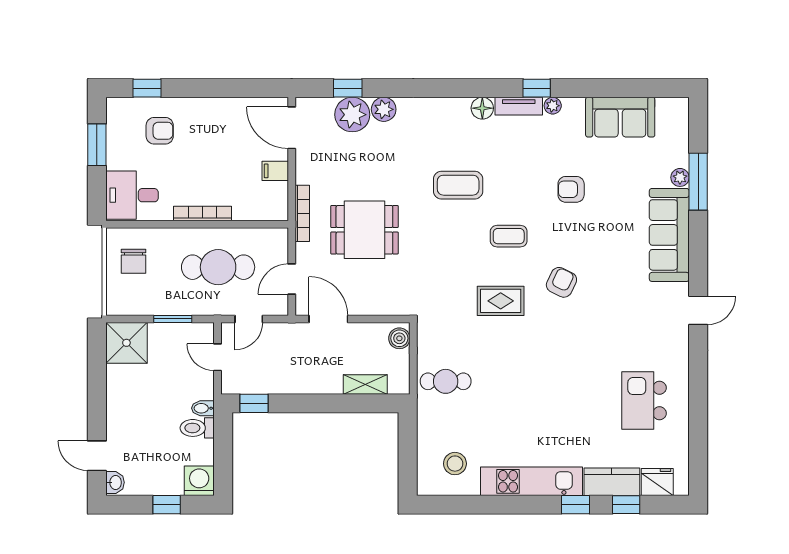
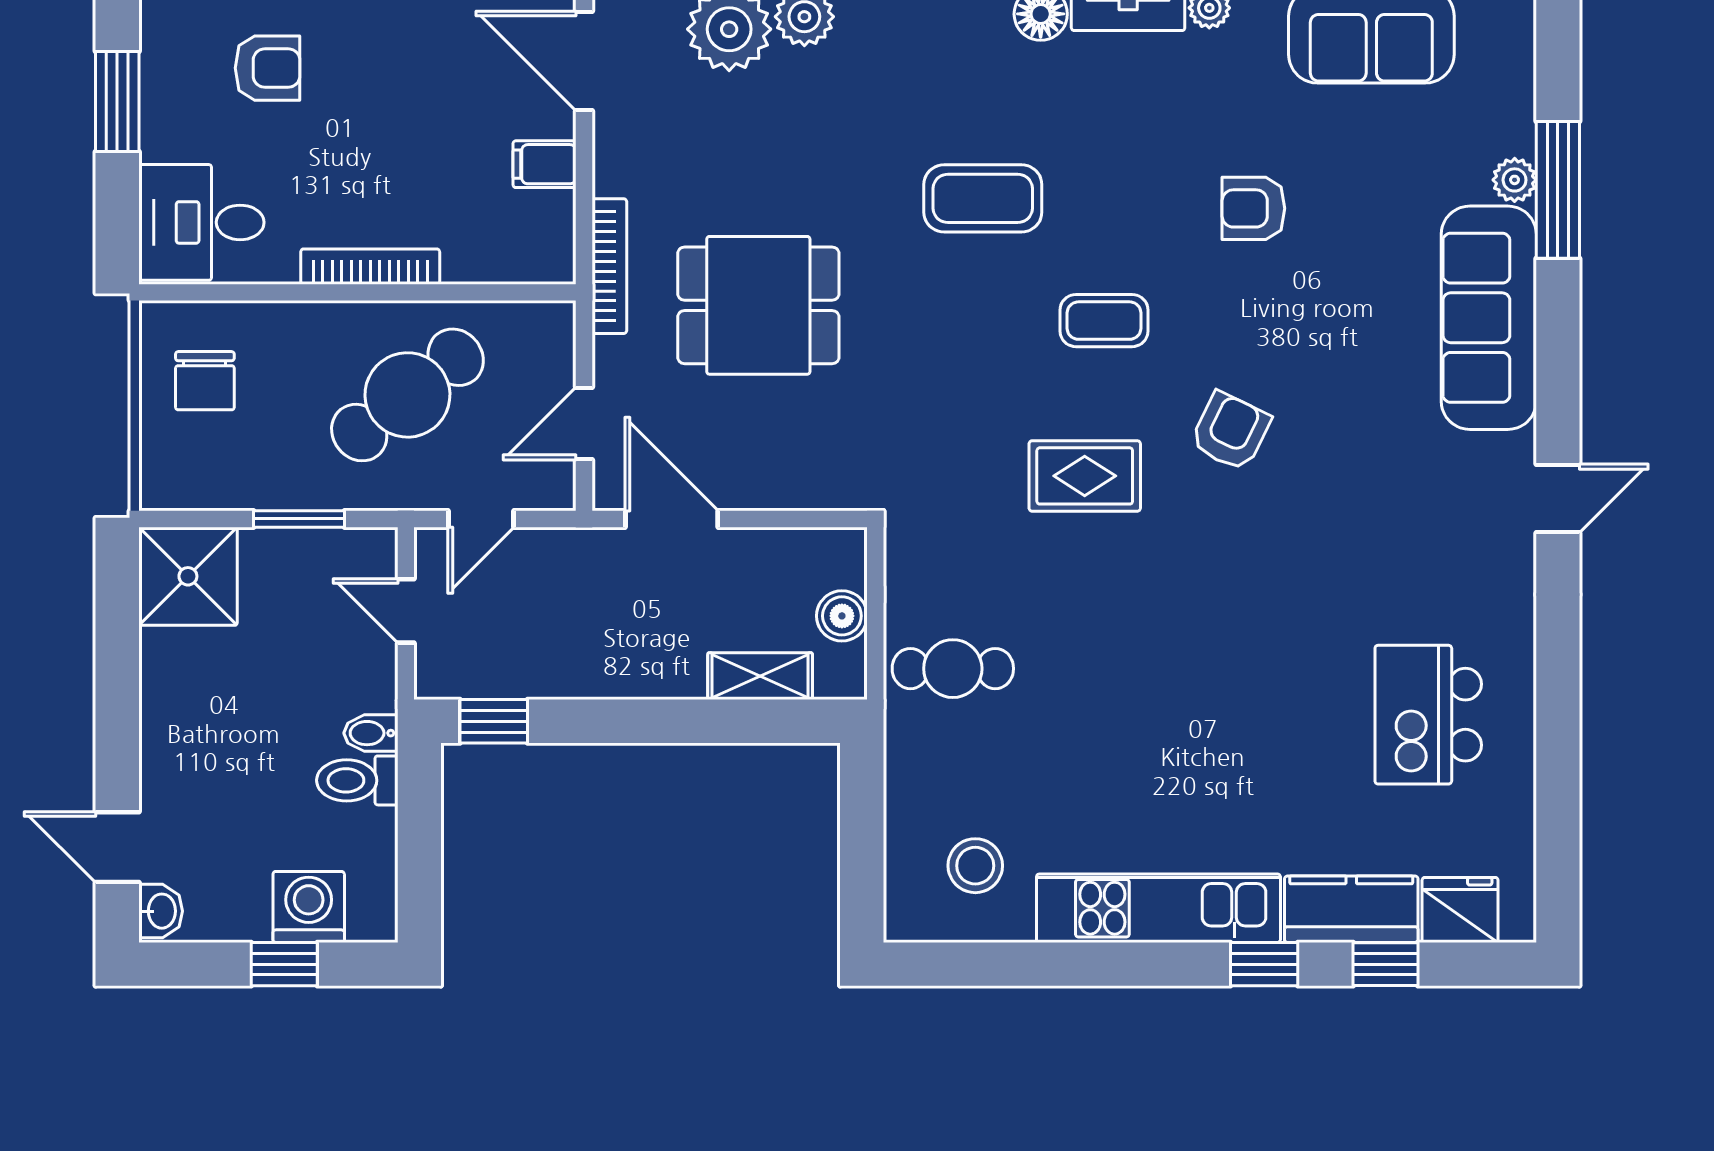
cafe table: (218, 267) -> (407, 395), turned -38
boiler: (399, 338) -> (842, 616), moved
washing machine: (199, 481) -> (309, 907), moved

